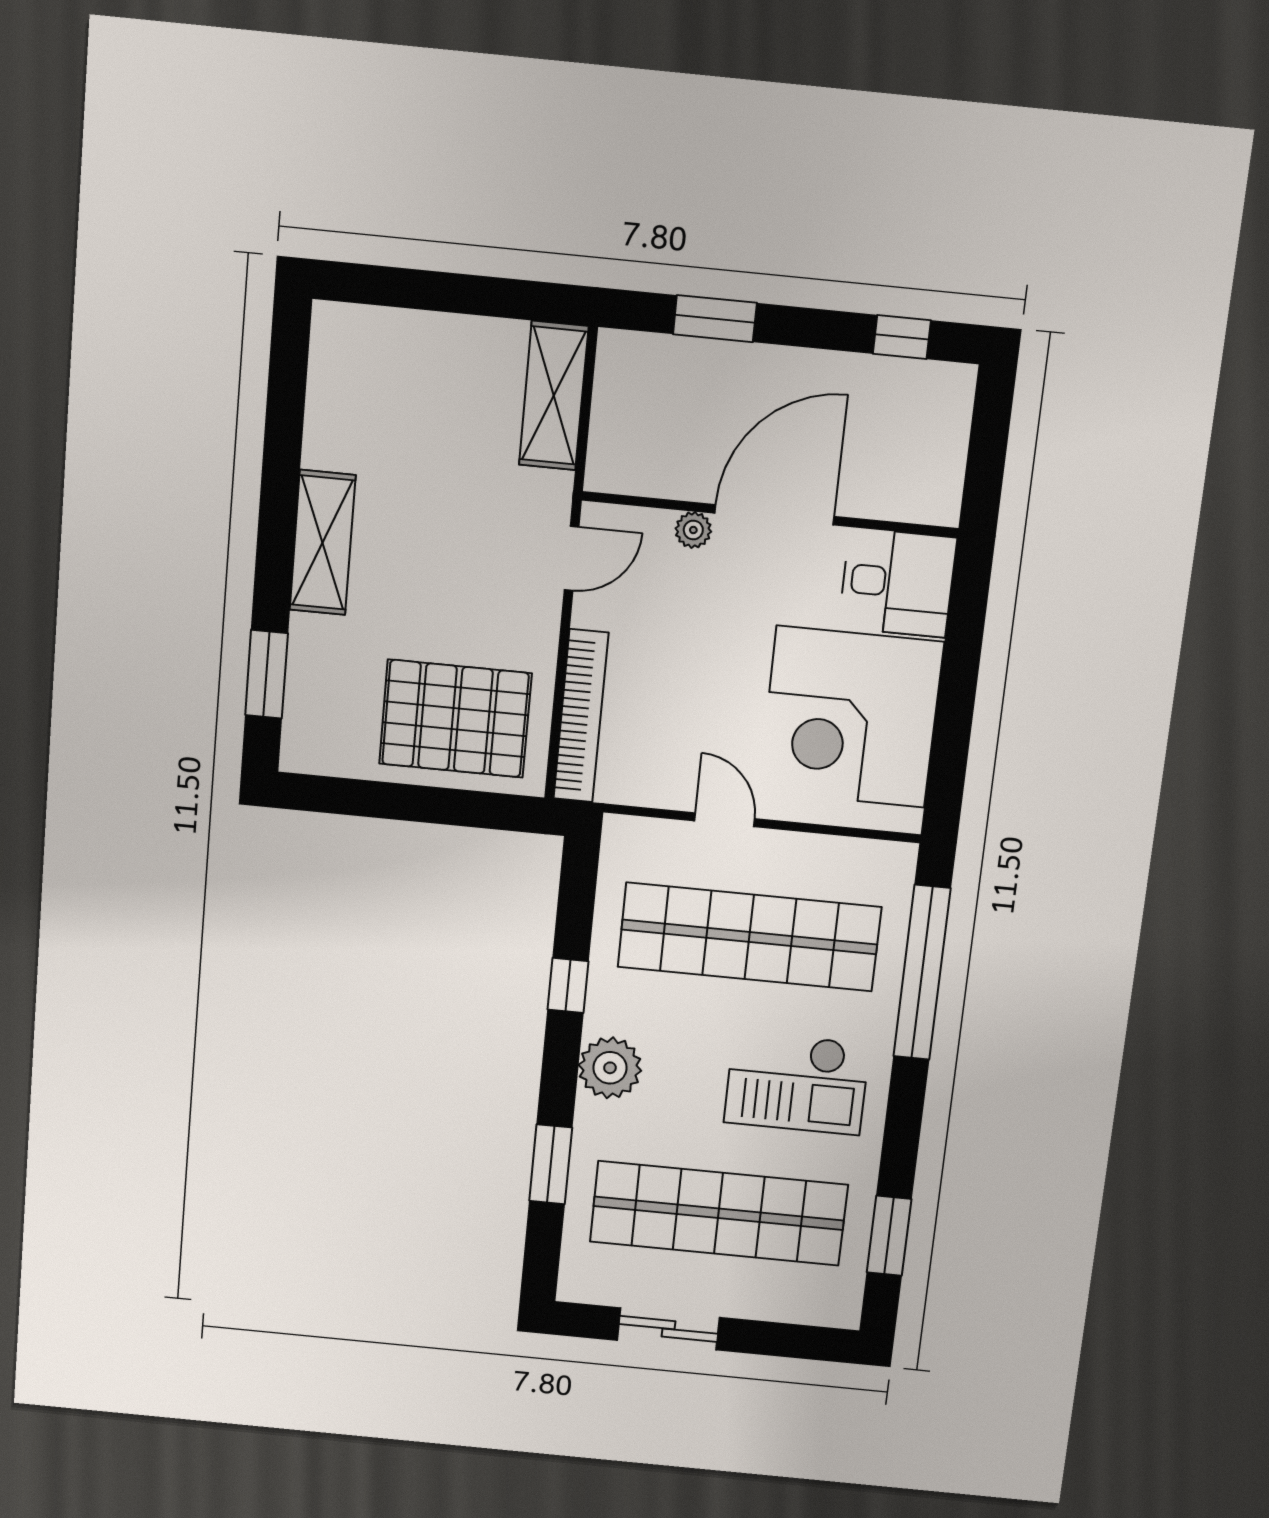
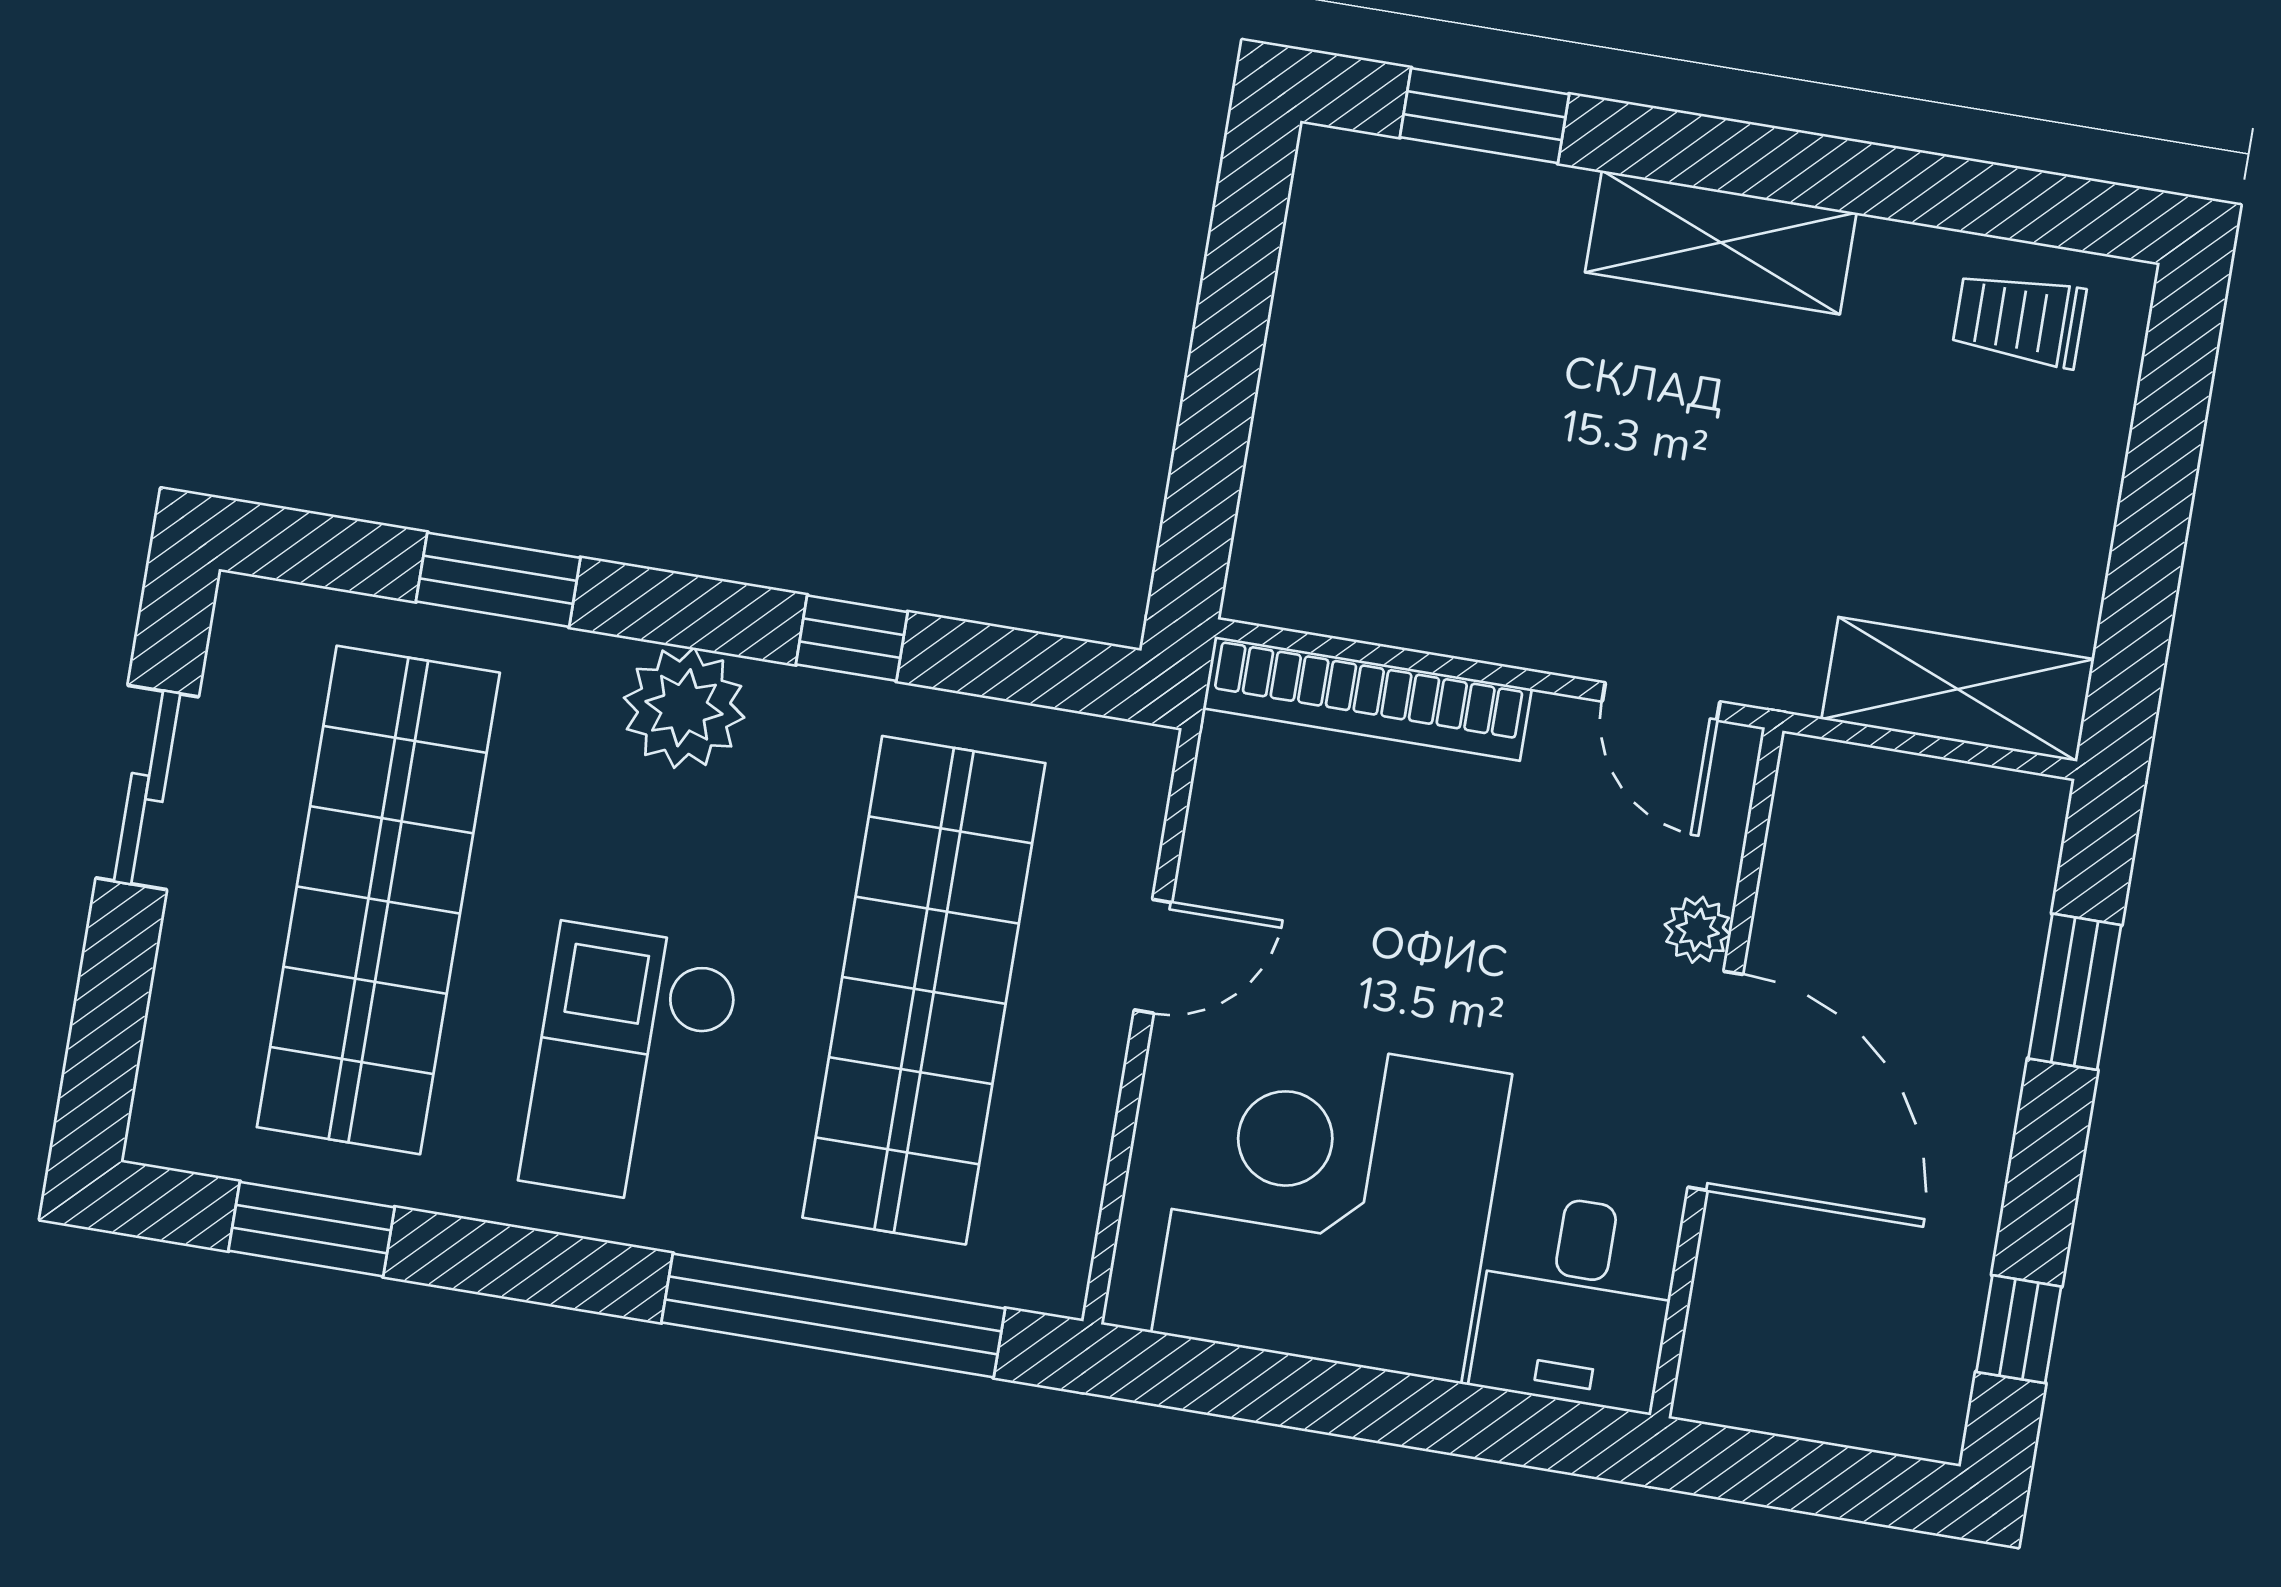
trolley: (350, 376) -> (2019, 319), added
pallet: (455, 719) -> (1378, 463), removed

